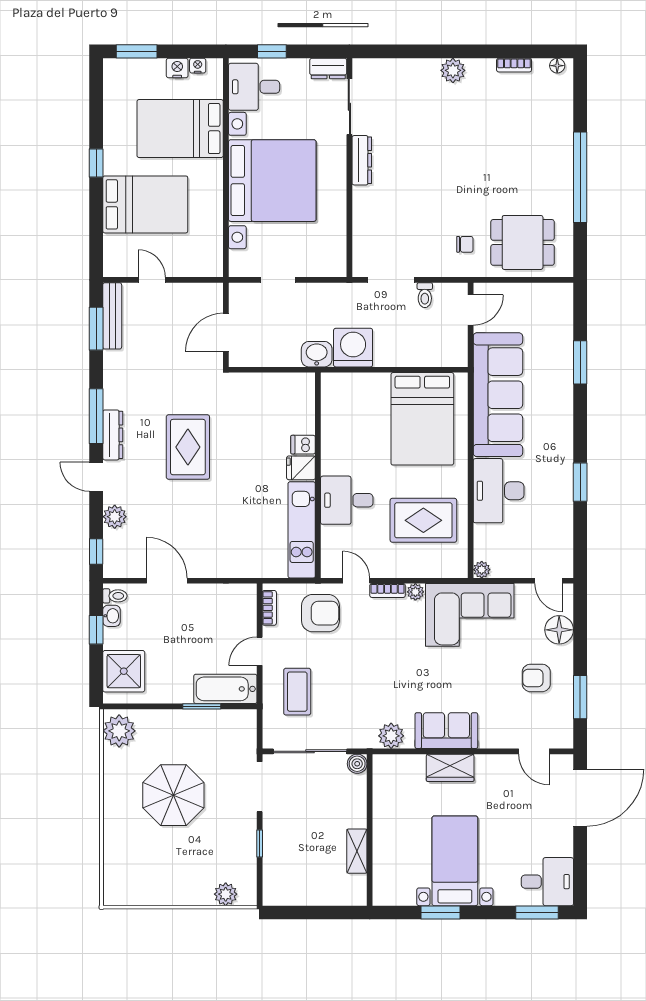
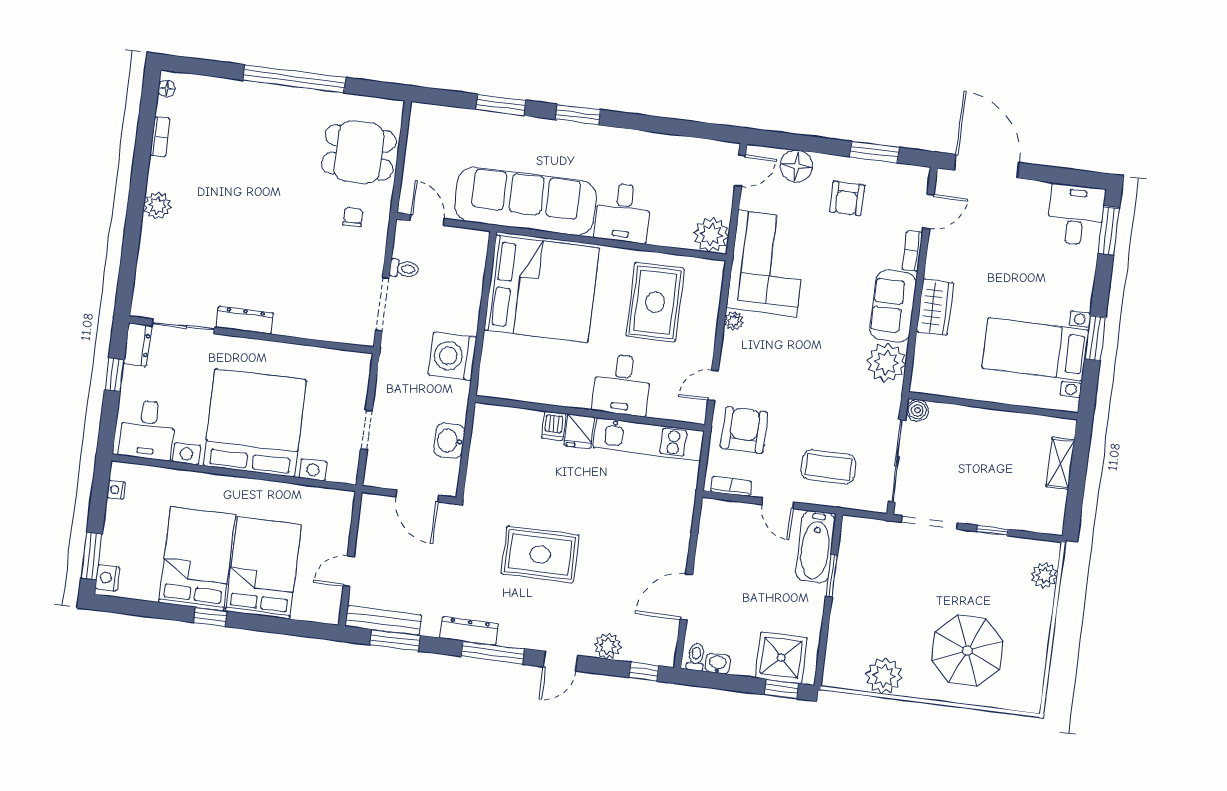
window: (272, 51) -> (114, 375), moved
nightstand: (177, 68) -> (108, 578), moved
bed: (180, 129) -> (197, 559), moved, turned 180
dining table: (523, 242) -> (359, 152), turned 90
washbasin: (317, 354) -> (449, 441), moved
bed: (422, 419) -> (542, 289), width x1.36
dresser: (113, 435) -> (469, 631), moved
window: (580, 482) -> (578, 115), moved
desk: (499, 491) -> (623, 213), width x0.73
plant: (482, 570) -> (711, 235), width x1.87, depth x1.87
bookcase: (388, 591) -> (912, 251), moved, turned 180
window: (96, 630) -> (781, 689), moved
plant: (119, 731) -> (884, 676), moved
plant: (391, 736) -> (886, 363), width x1.36, depth x1.36
parasol: (173, 795) -> (967, 651), moved
shelving: (357, 851) -> (1060, 463), moved, turned 90
bed with nightstands: (455, 861) -> (1035, 349), moved

